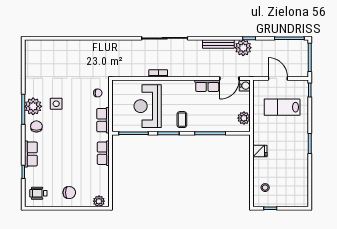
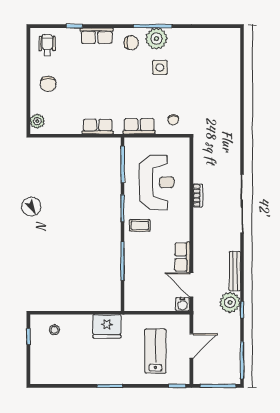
reception desk: (148, 106) -> (157, 182), turned 90
plant: (244, 118) -> (142, 303), removed
fridge: (260, 151) -> (107, 326), width x1.88, depth x1.34

